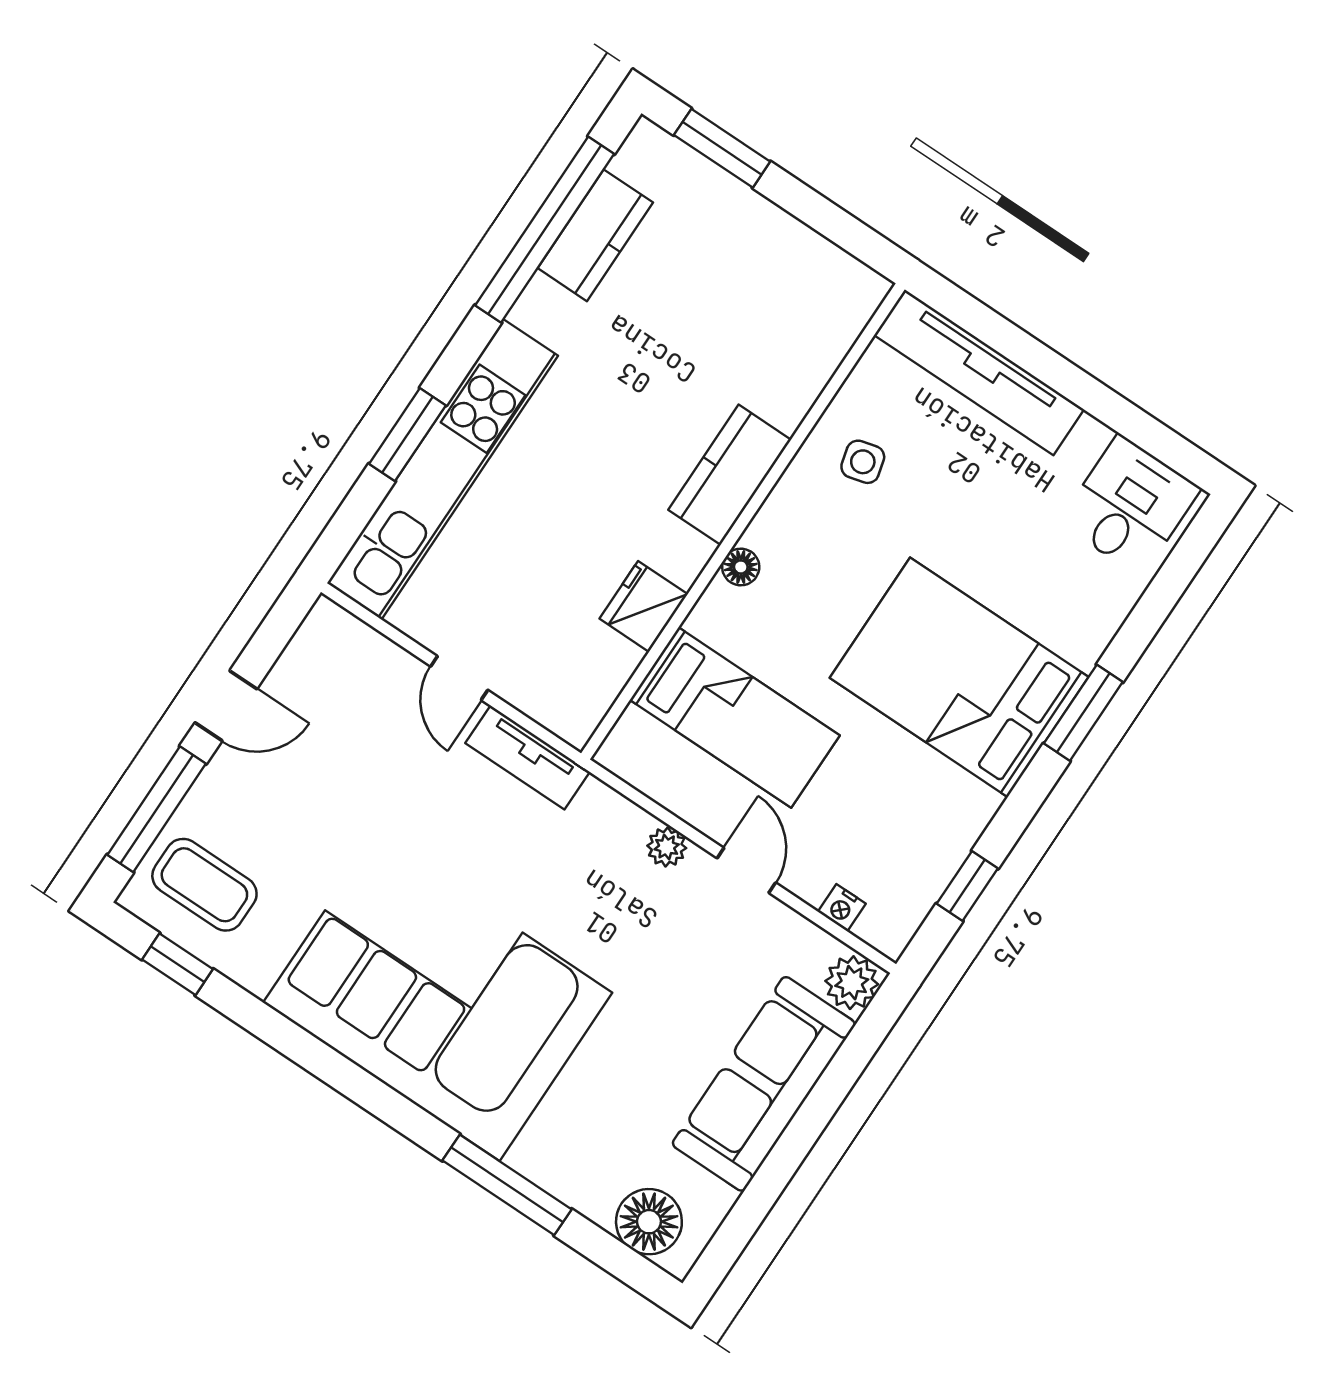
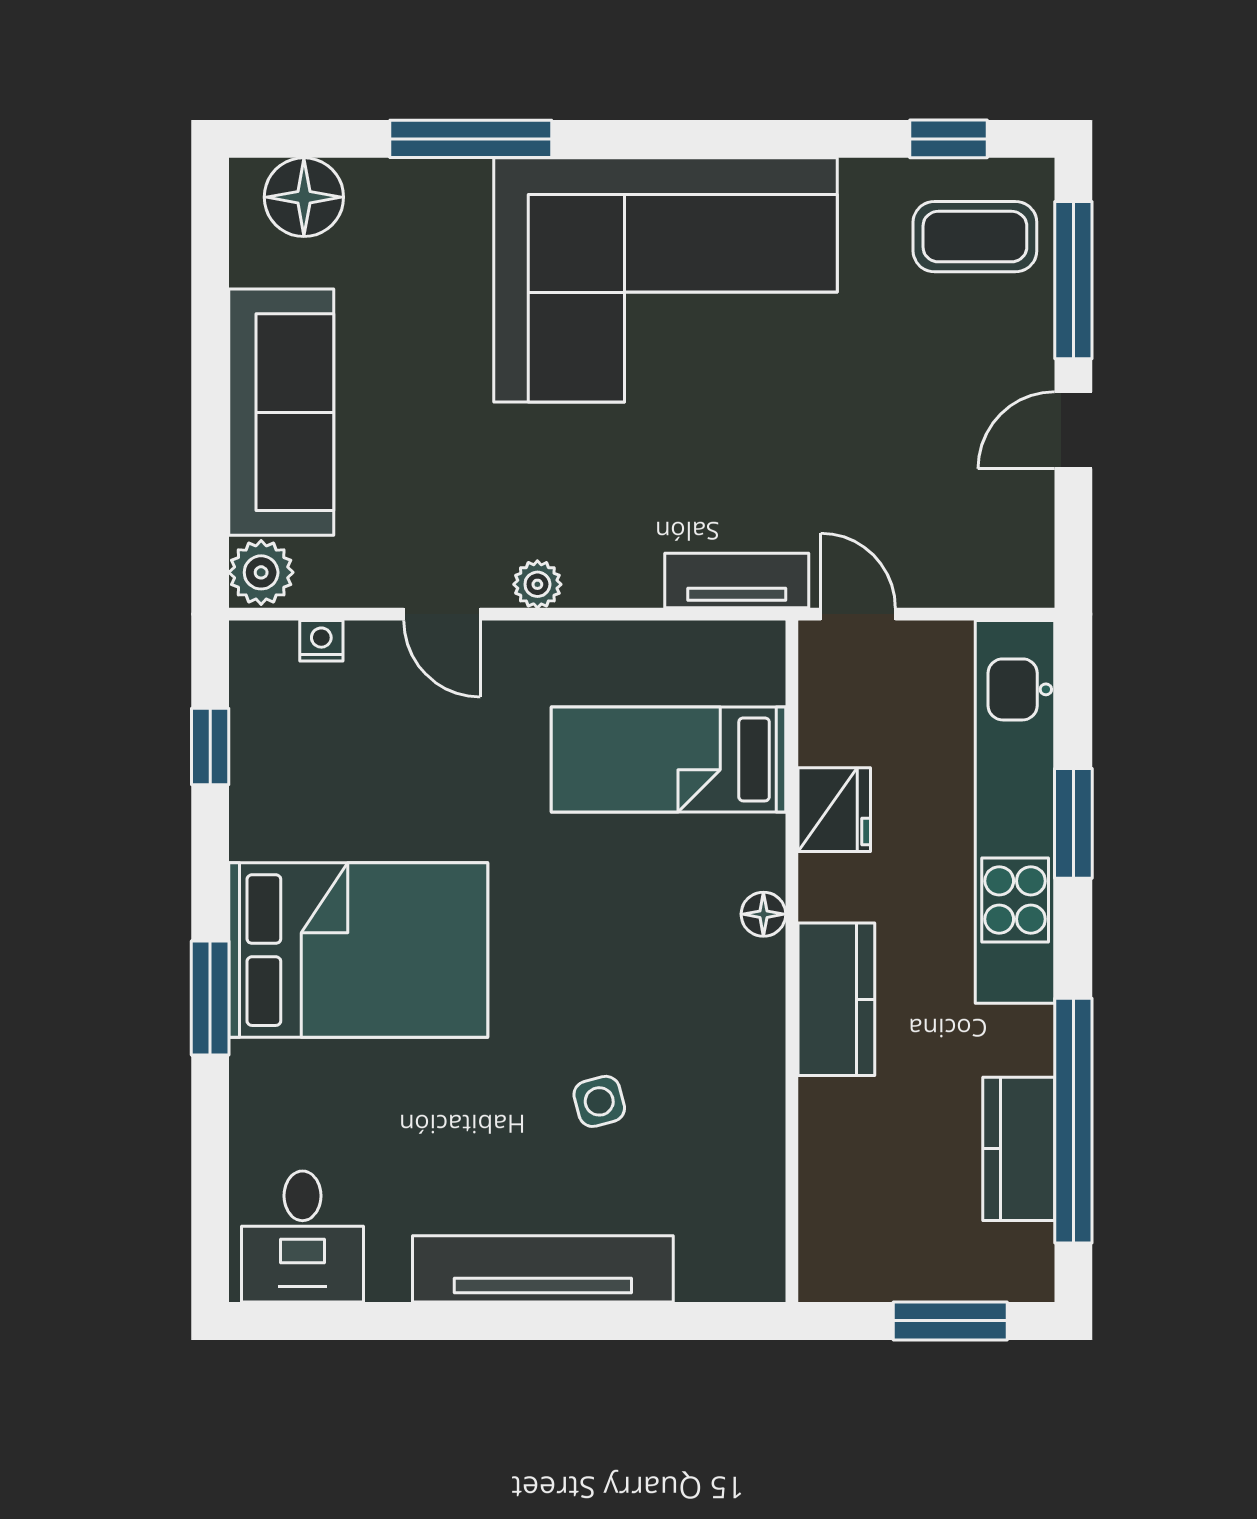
kitchen counter: (730, 475) -> (836, 999), moved
wall: (743, 521) -> (792, 961), moved
floor lamp: (741, 567) -> (763, 914), moved
fridge: (644, 606) -> (834, 810), moved
bed: (735, 718) -> (669, 759), moved

